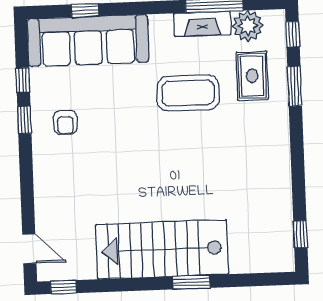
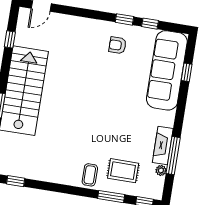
plant: (248, 26) -> (161, 170), width x0.53, depth x0.53
coffee table: (188, 93) -> (90, 175), moved, width x0.54, depth x0.58
window: (64, 287) -> (10, 39), moved

